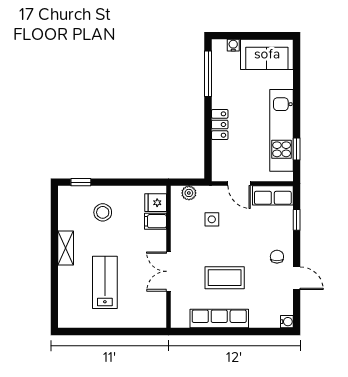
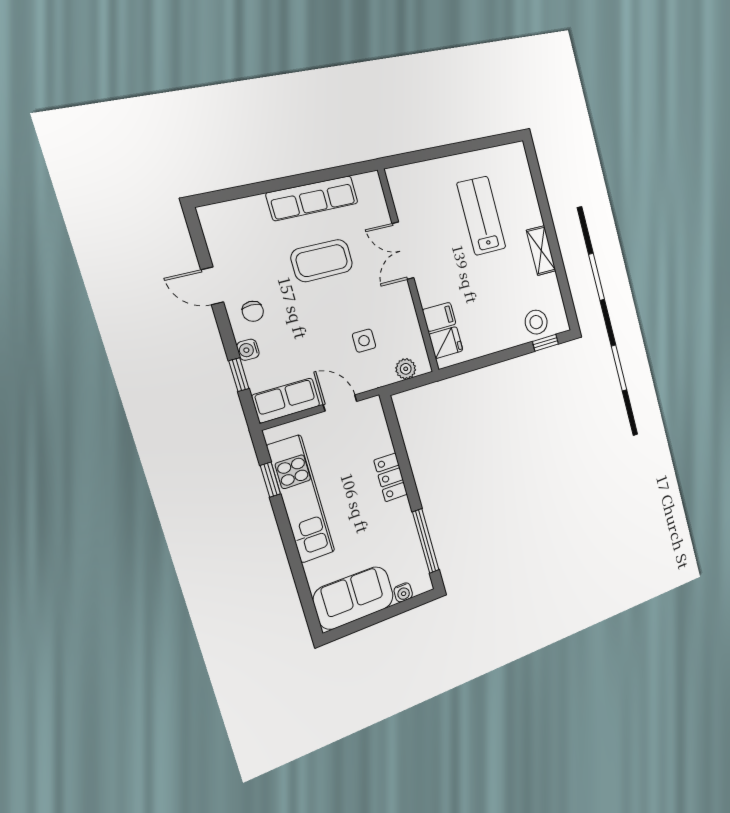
stool: (103, 212) -> (536, 322), moved
double door: (168, 271) -> (403, 251), swing flipped
lab bench: (105, 282) -> (481, 216), turned 180
water cooler: (287, 322) -> (248, 350), moved

